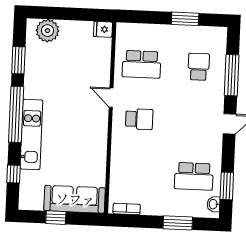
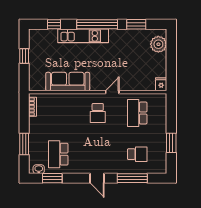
sofa: (75, 199) -> (68, 82), moved, turned -90

